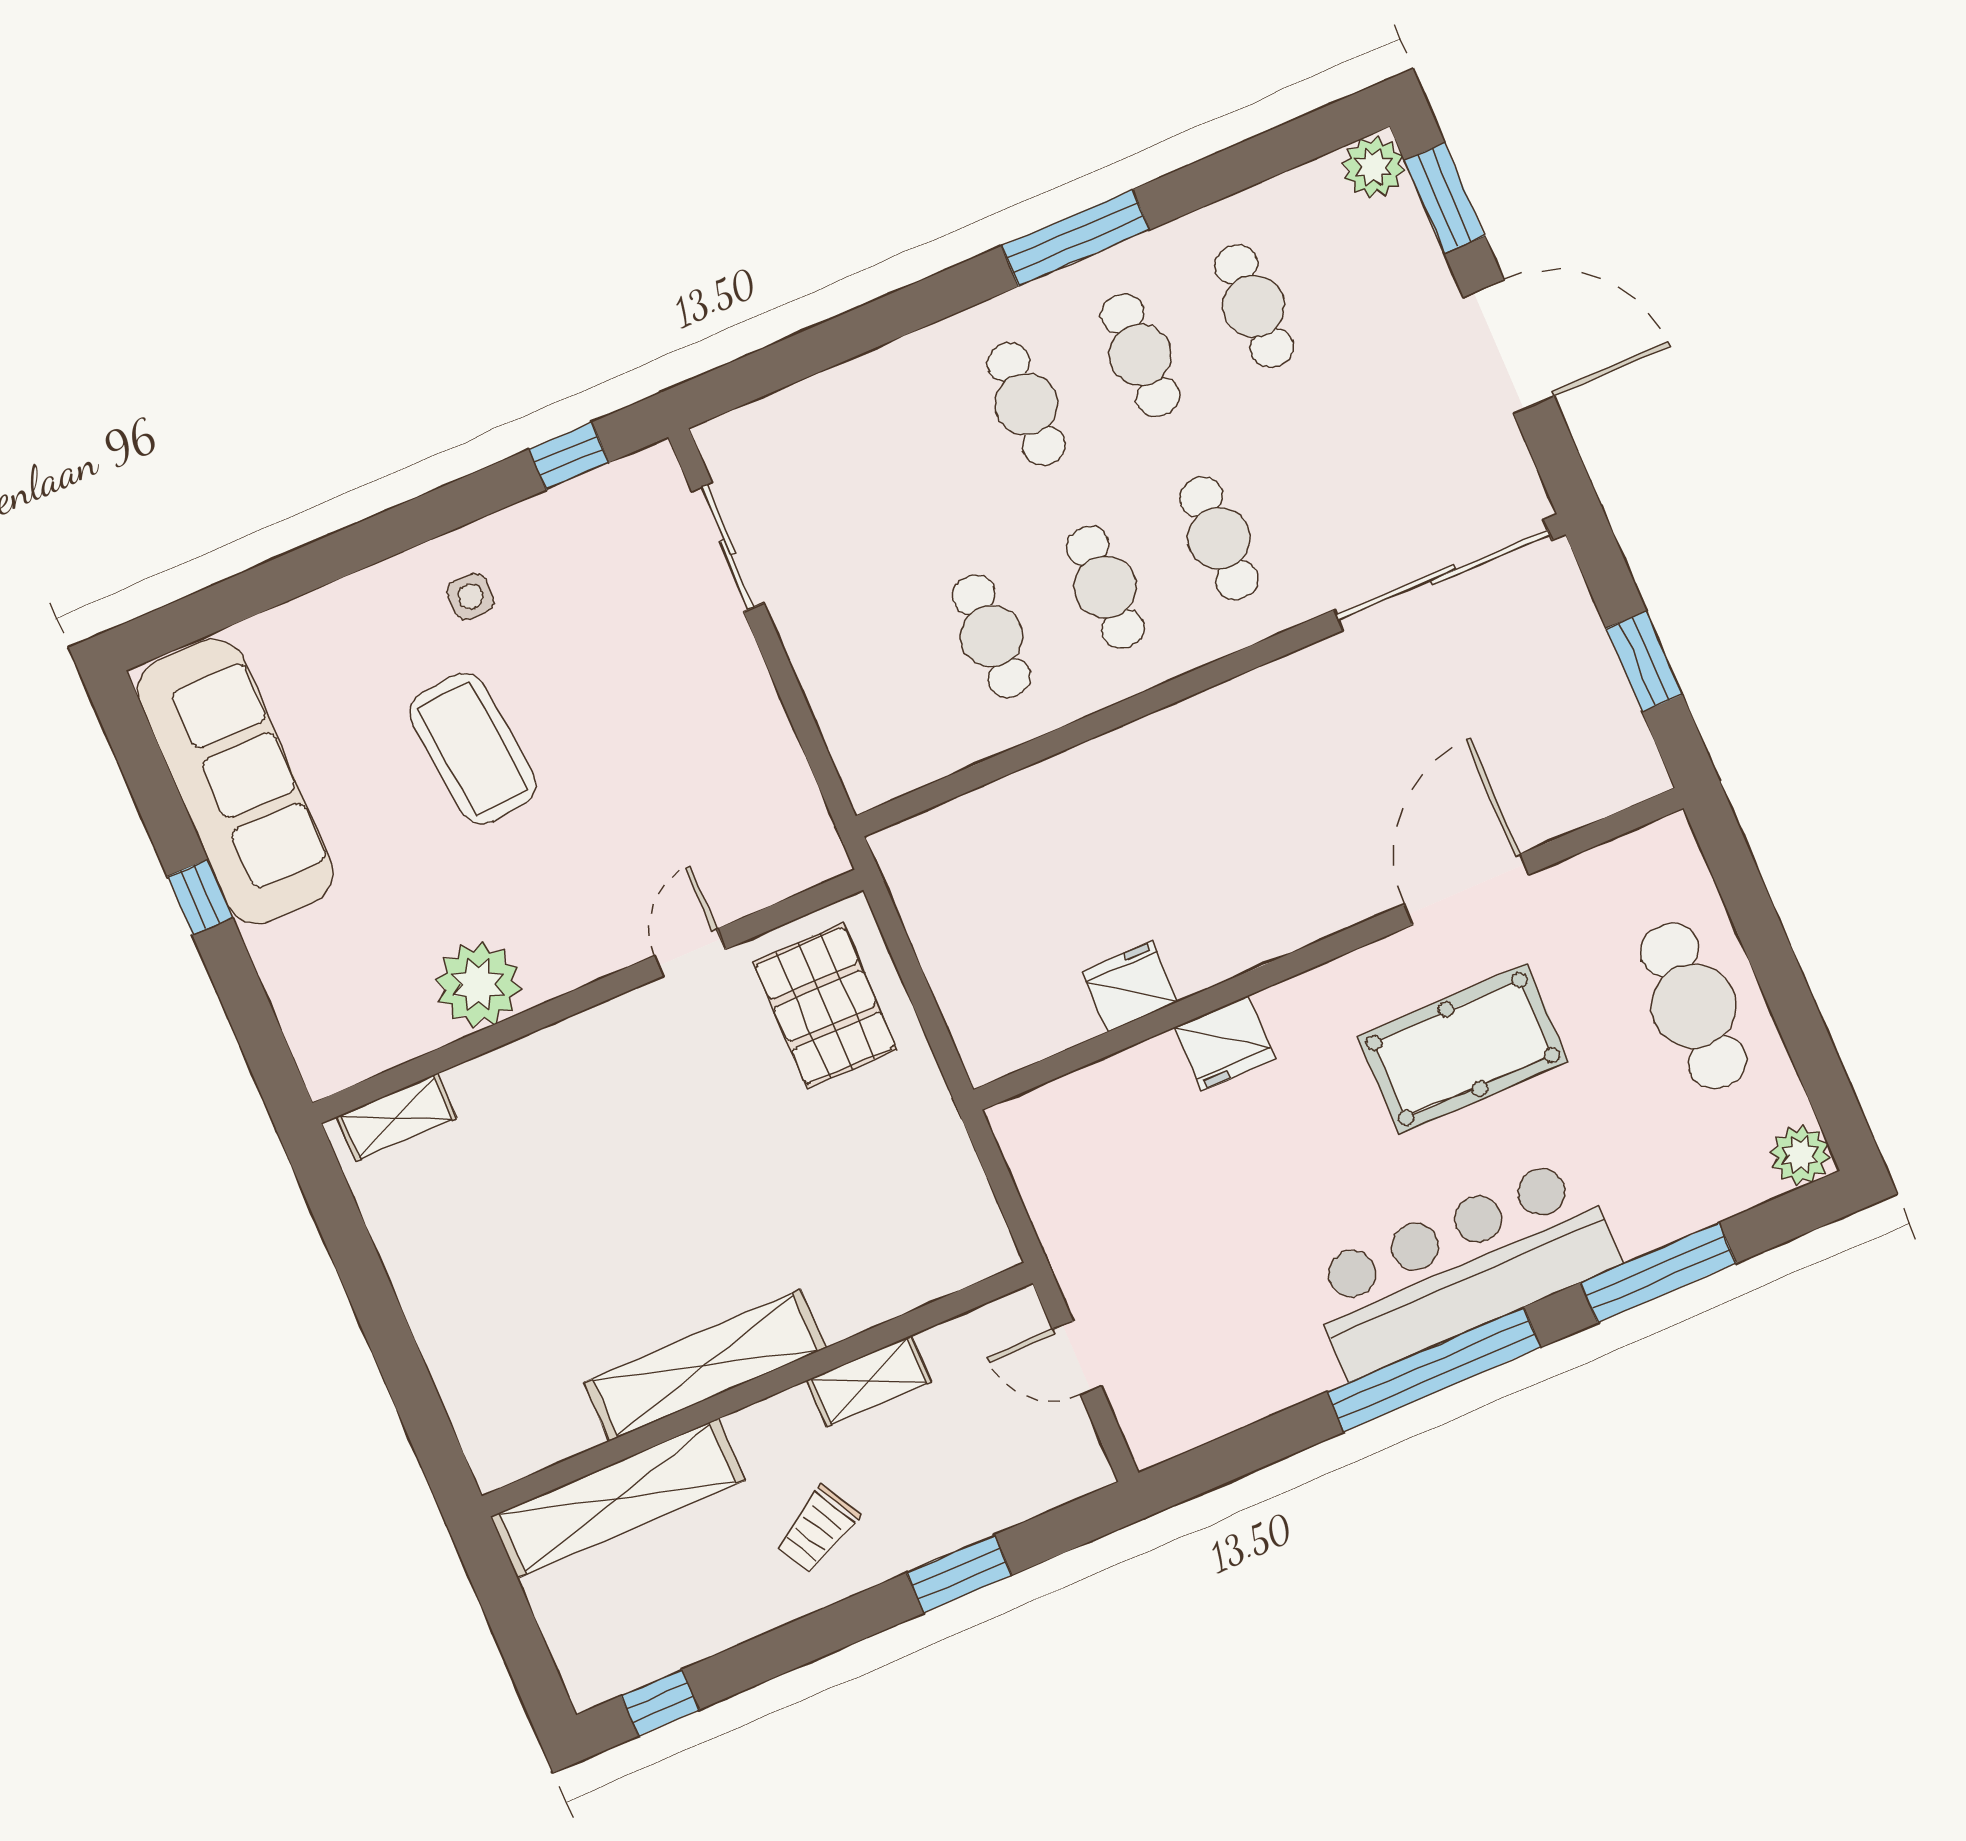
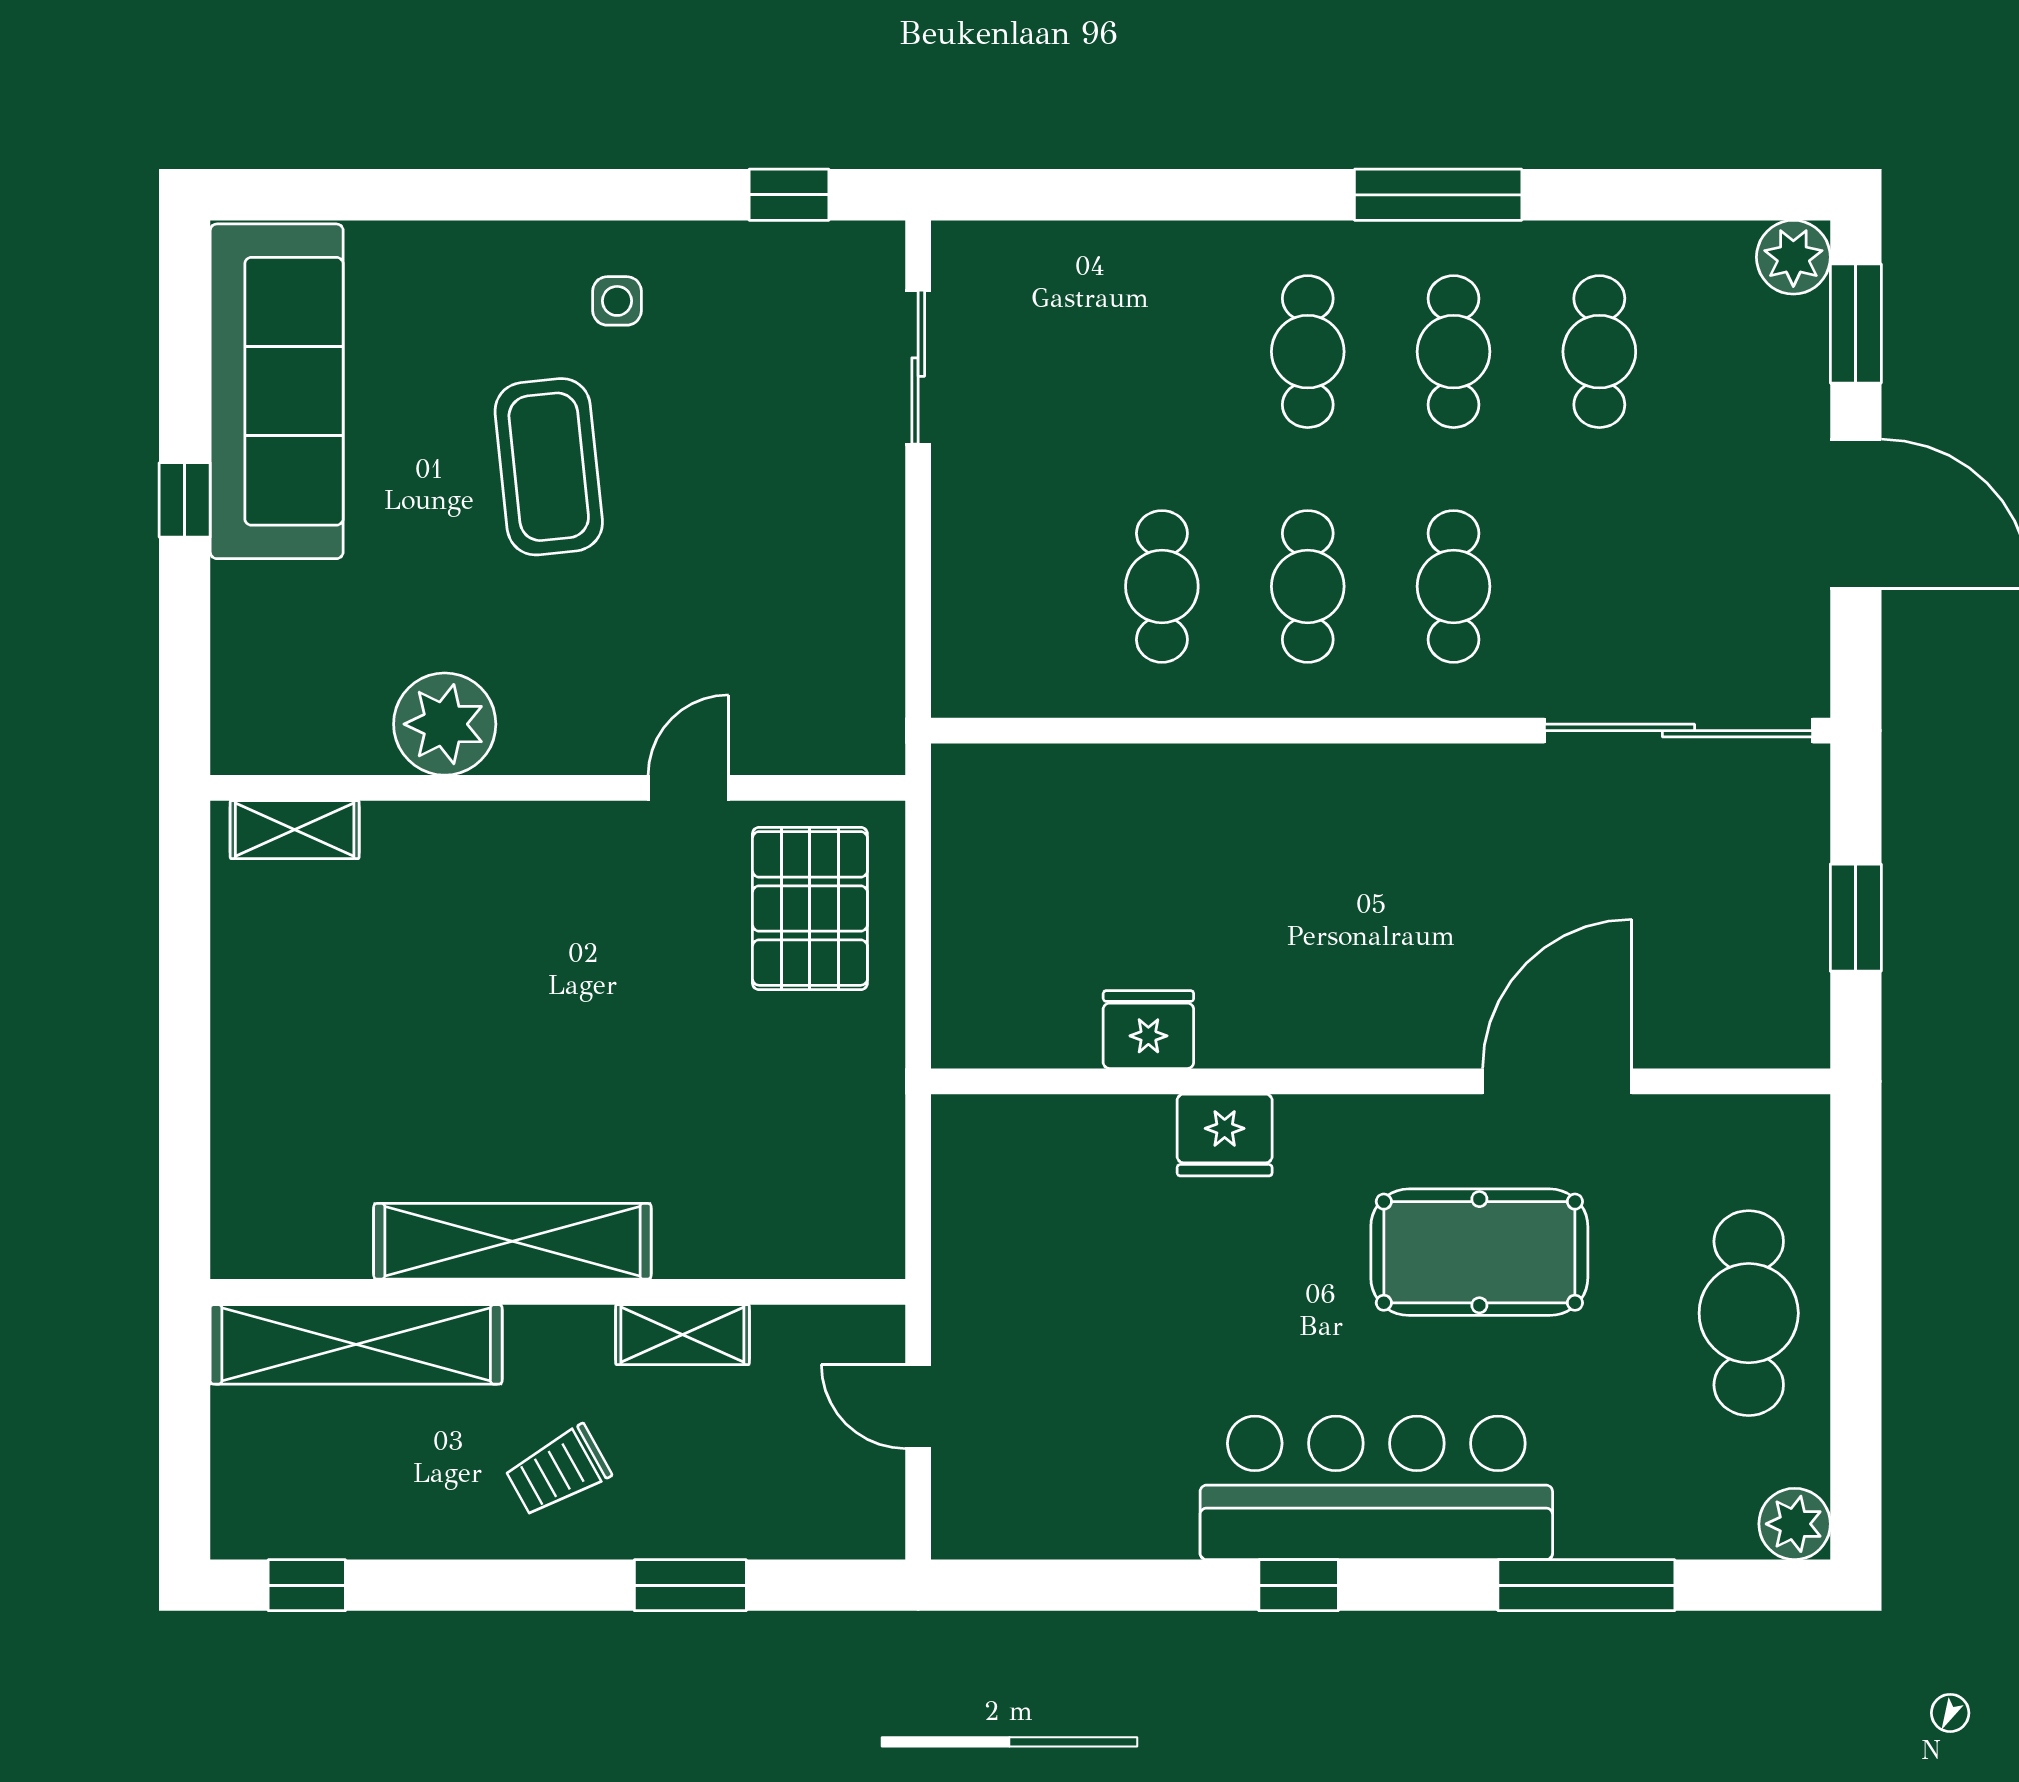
window: (1434, 1370) -> (1299, 1585), width x0.32

